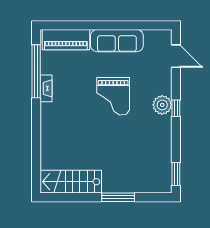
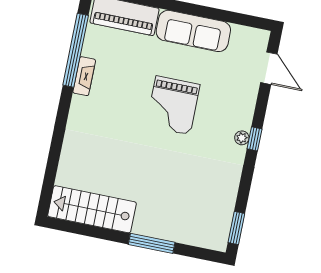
plant: (162, 105) -> (242, 138), width x0.53, depth x0.53

